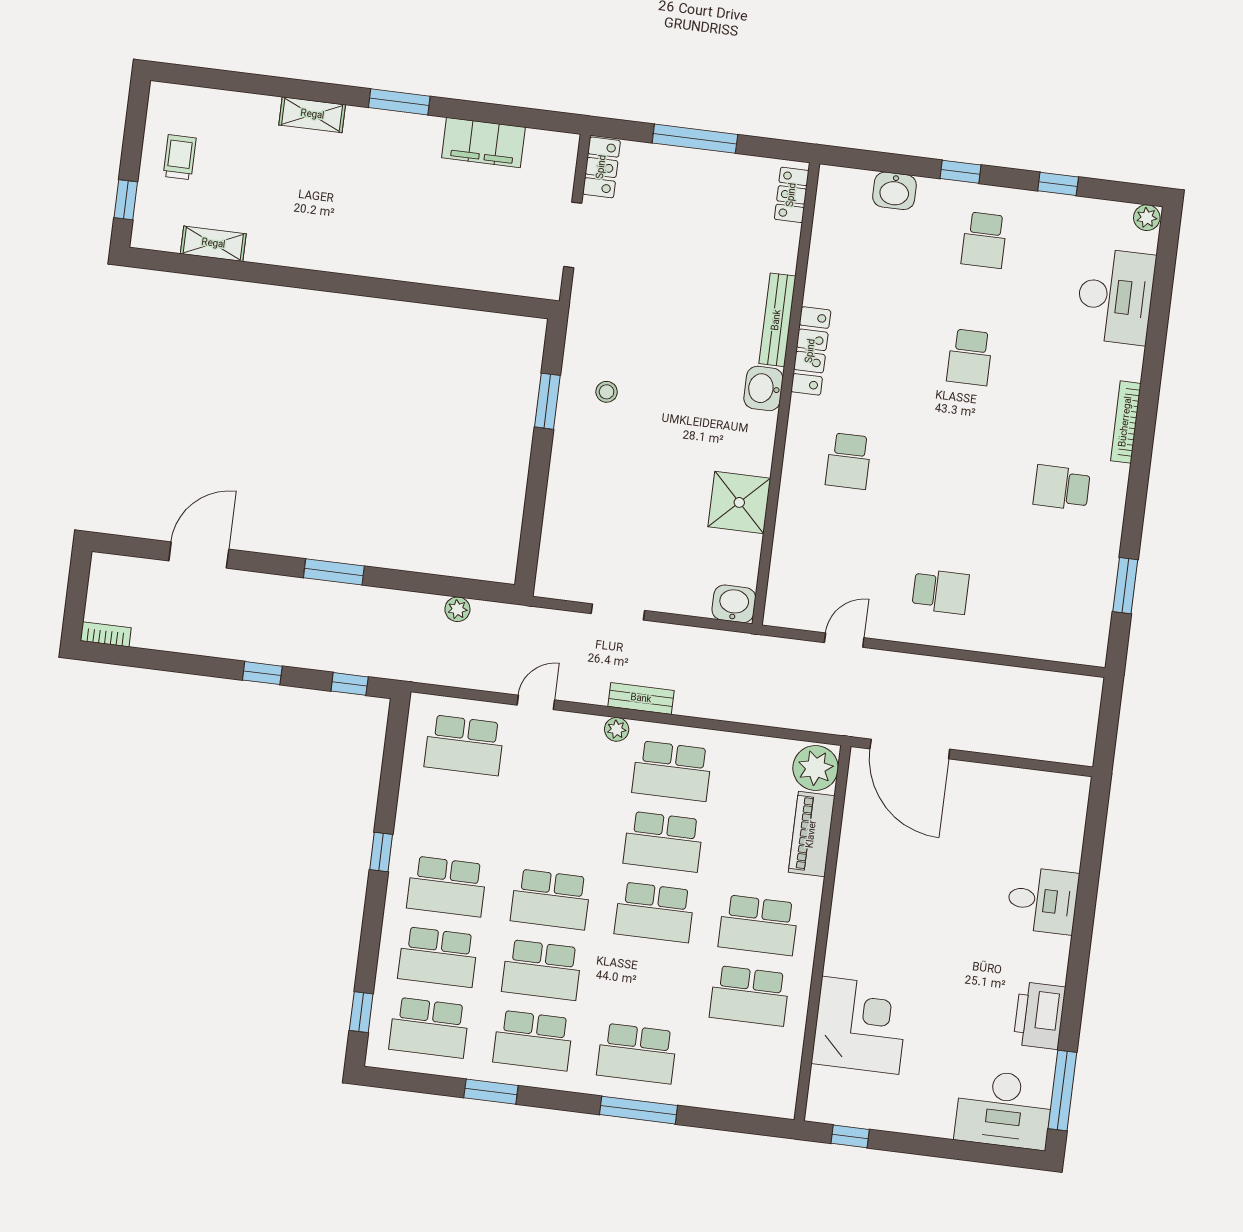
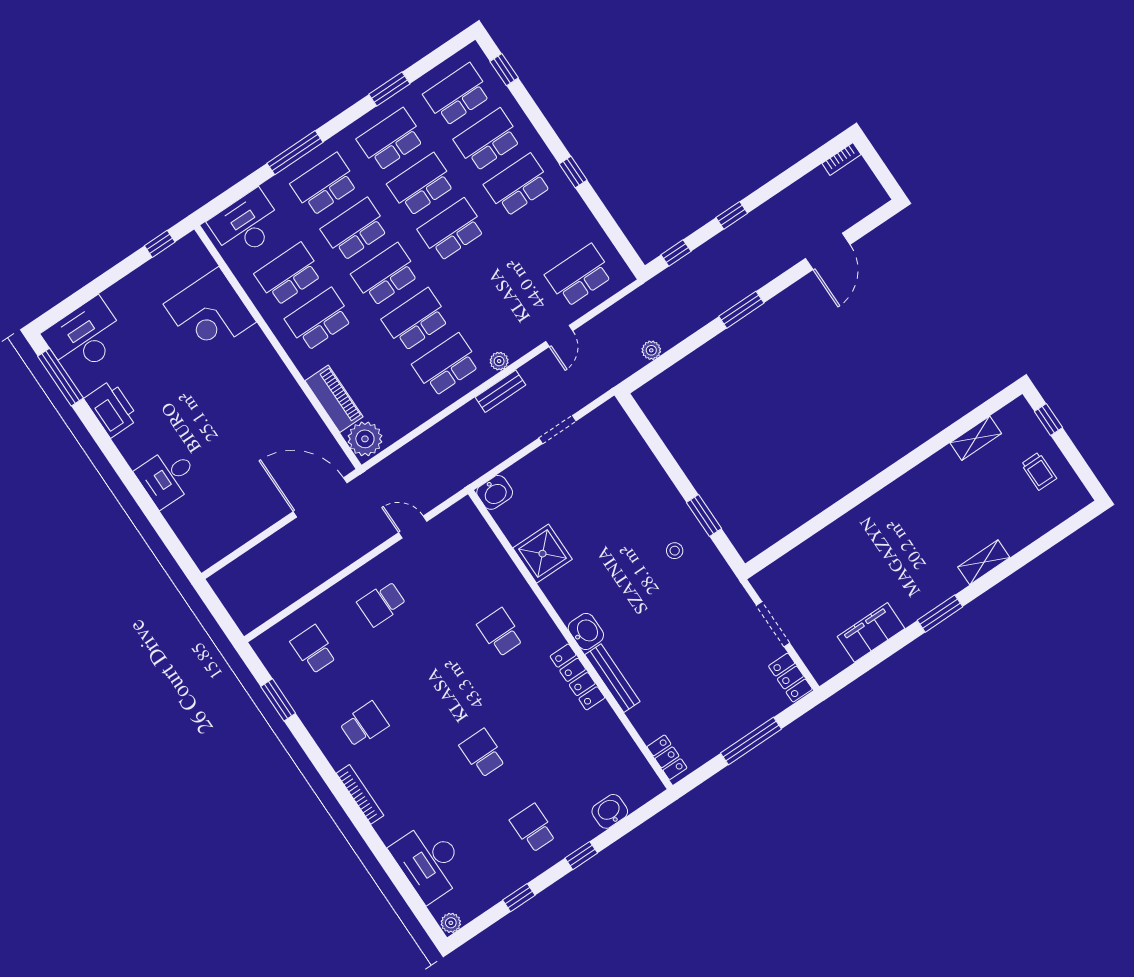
school desk: (1047, 605) -> (314, 649), added
door: (844, 640) -> (413, 527), swing flipped
school desk: (646, 983) -> (355, 230), added
desk: (749, 1081) -> (246, 225), added

